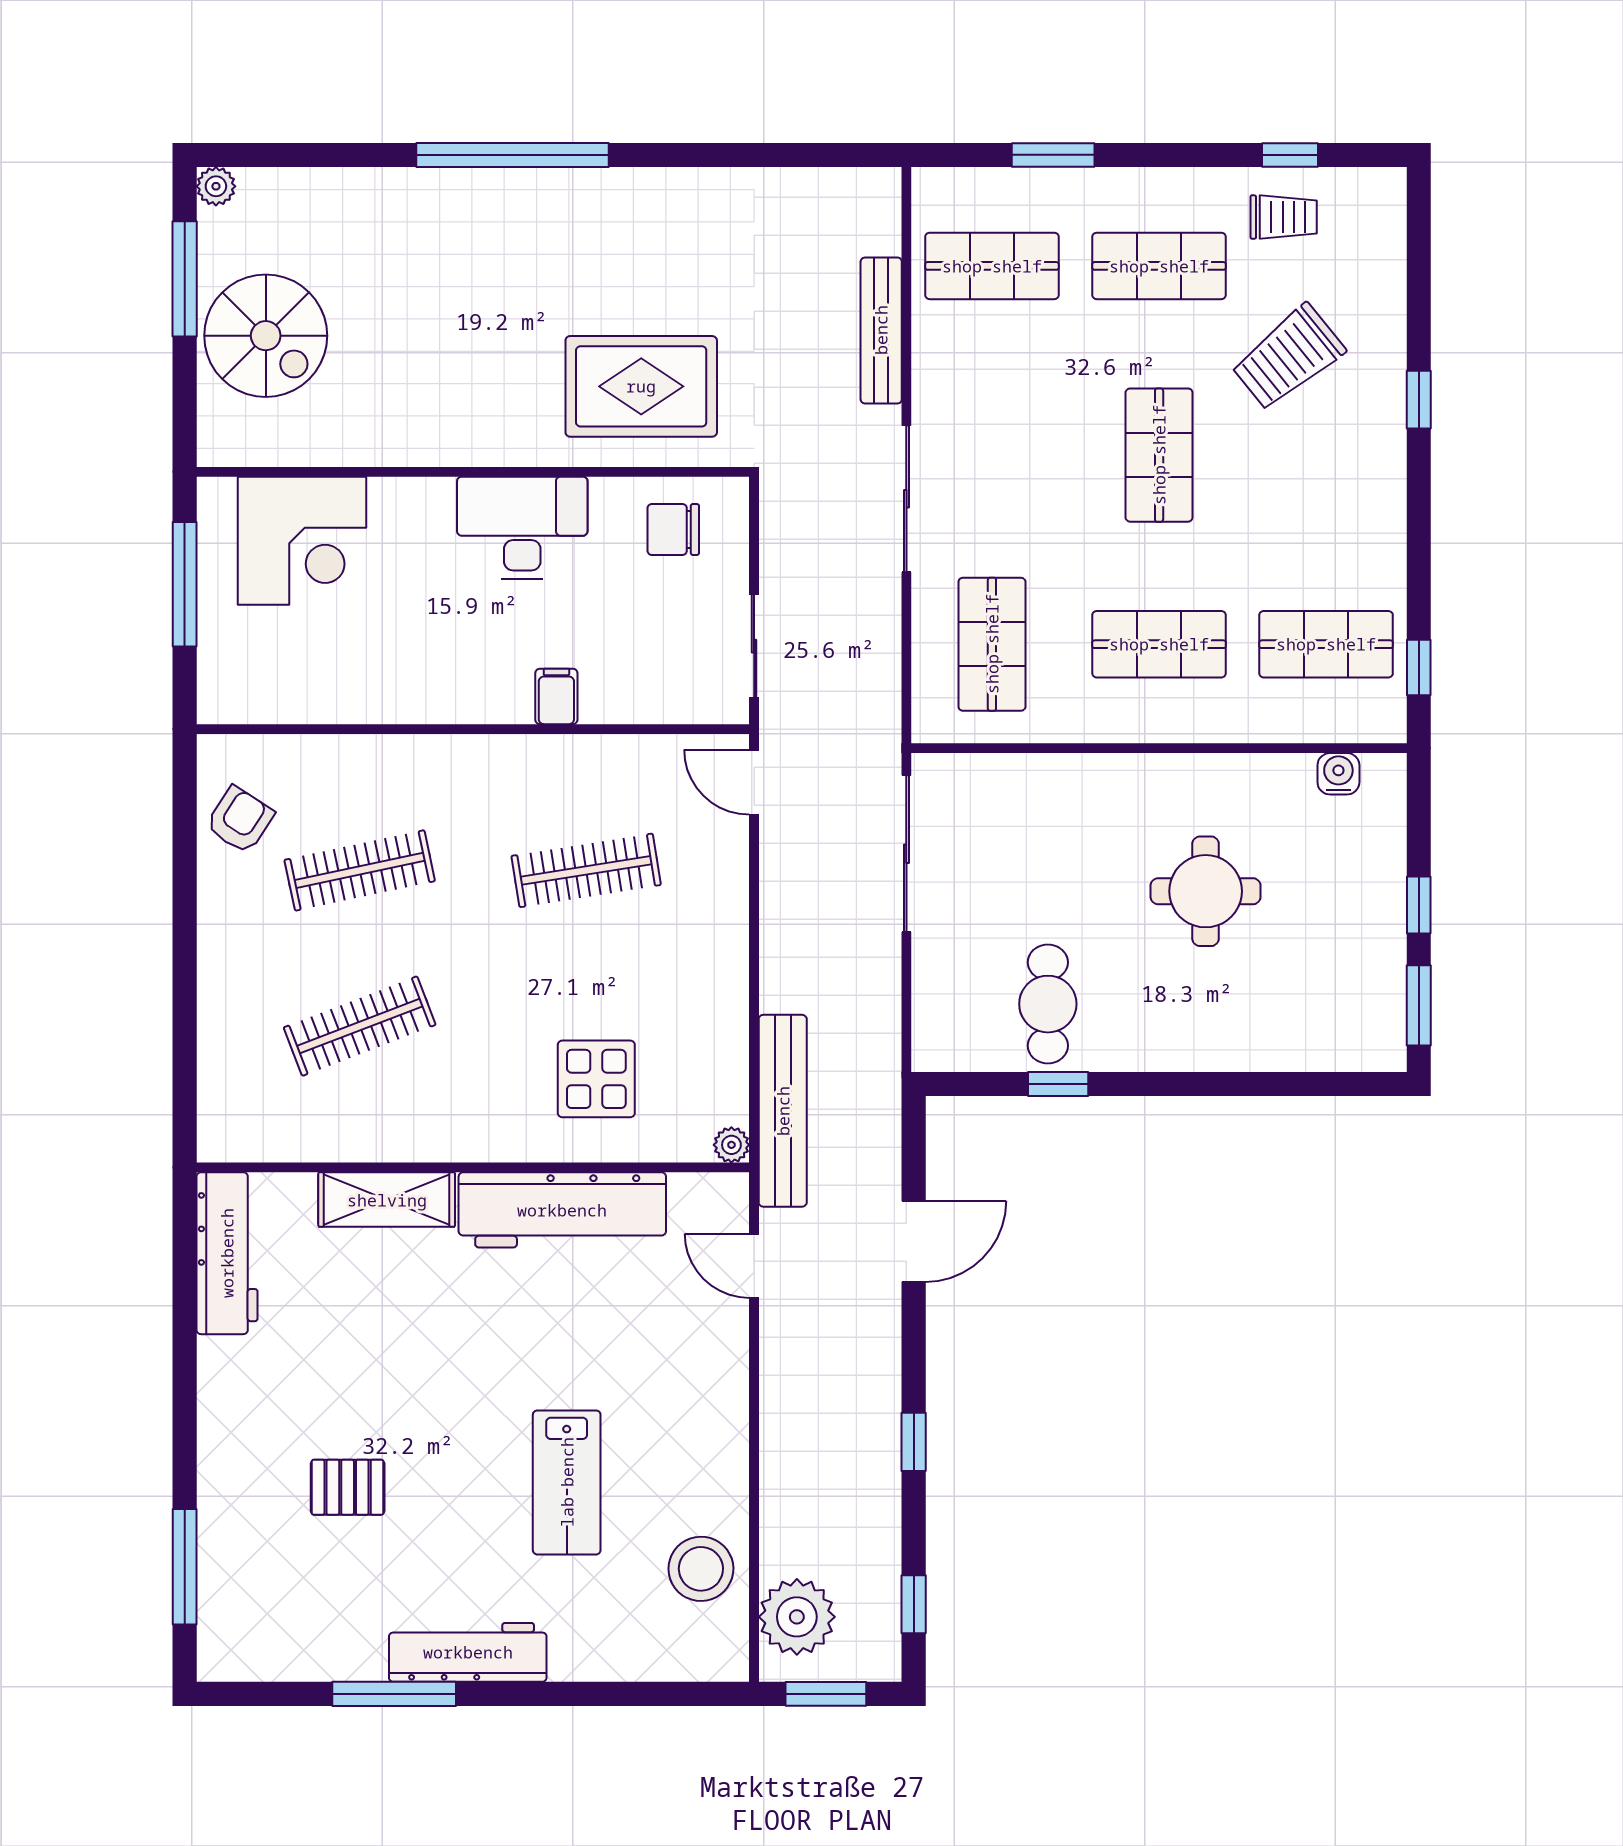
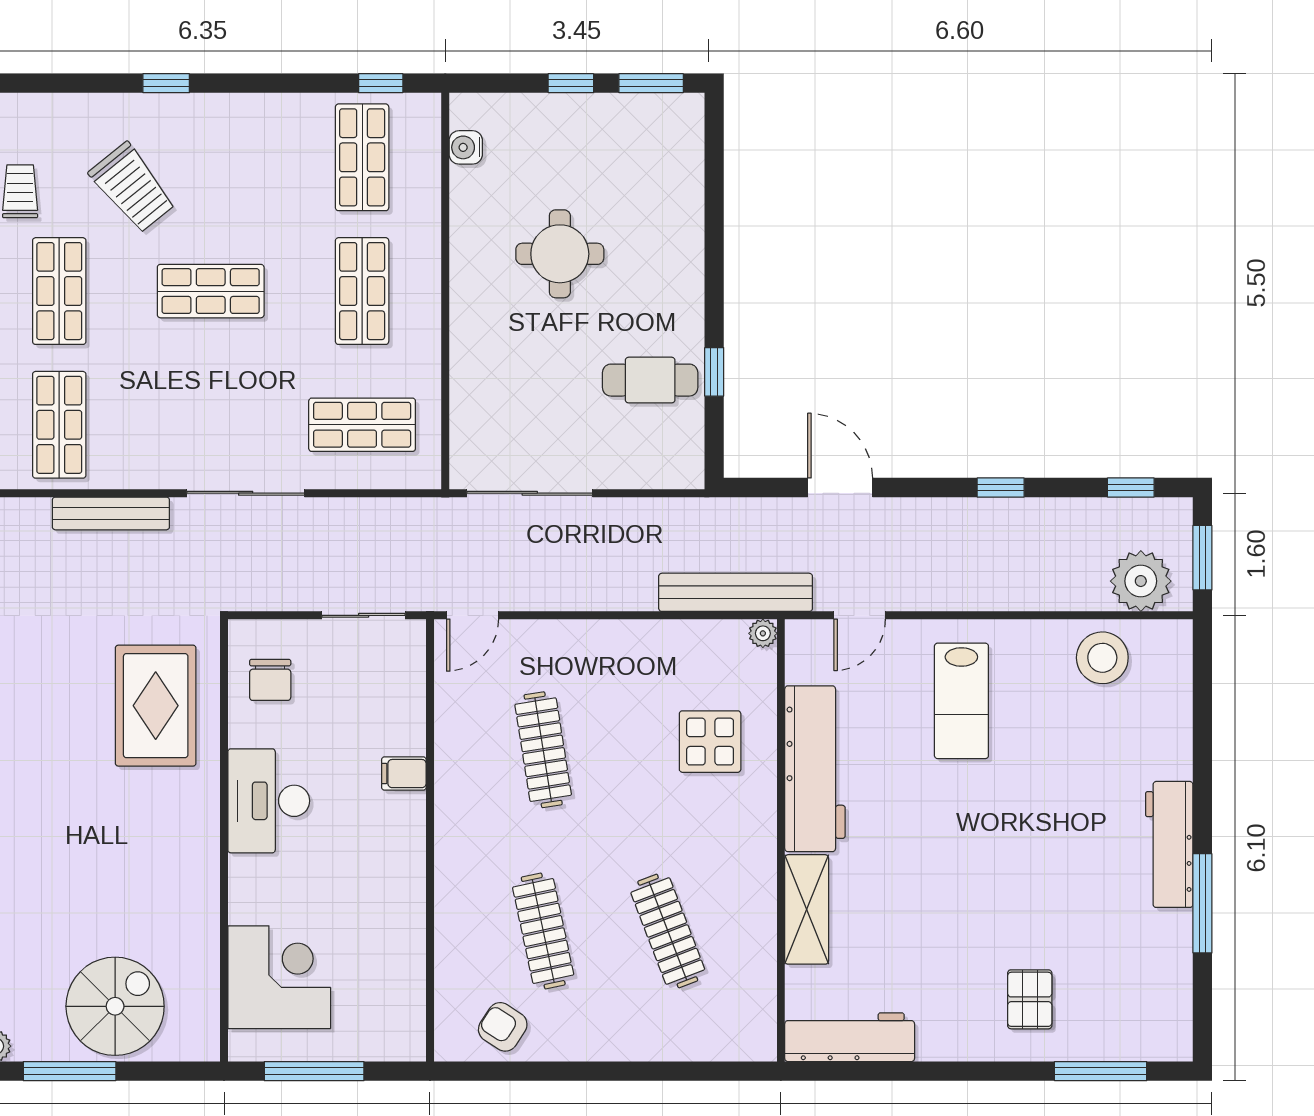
lab bench: (567, 1482) -> (961, 701), moved, turned 90
pallet: (348, 1487) -> (1030, 999), moved

